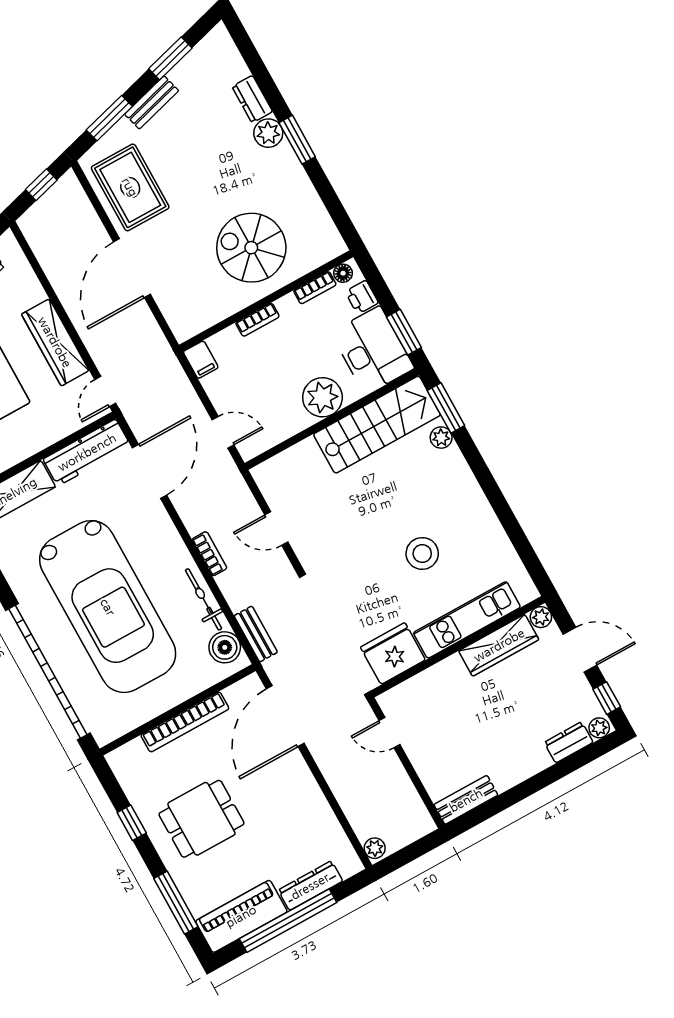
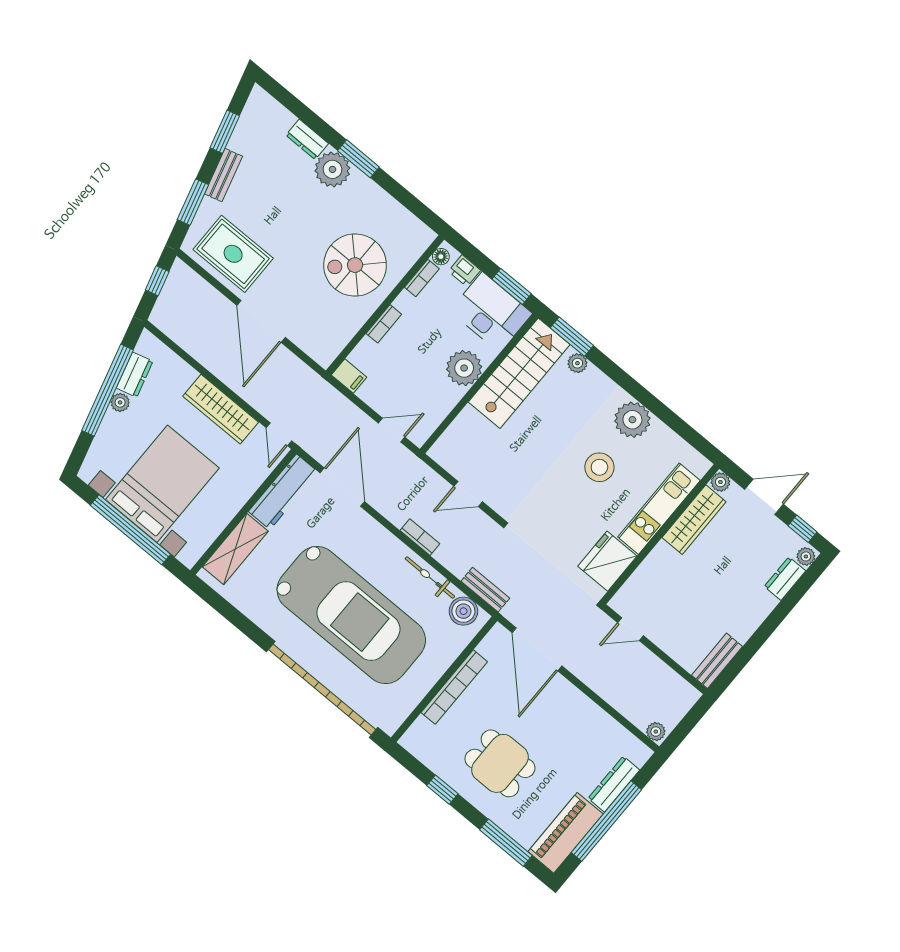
plant: (268, 133) -> (332, 169), width x1.36, depth x1.36
plant: (475, 518) -> (632, 420), added
dining table: (201, 819) -> (500, 763), turned 90

